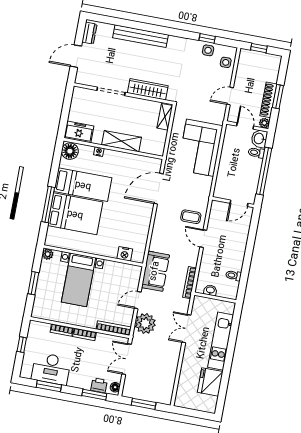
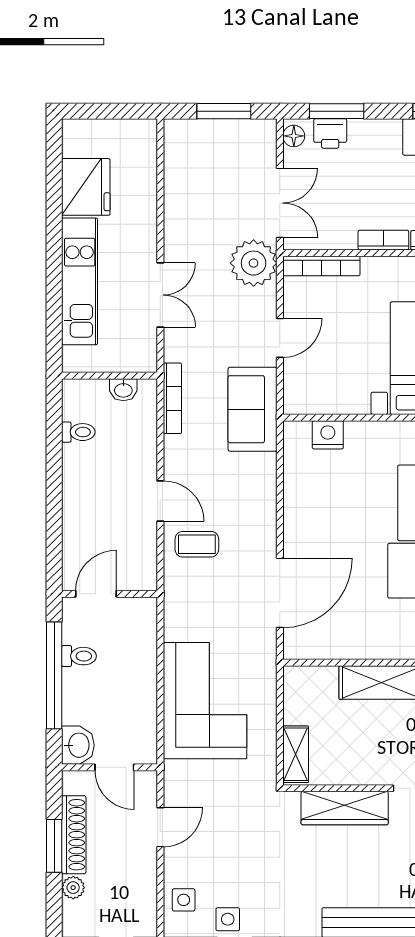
plant: (264, 123) -> (73, 888), moved
toilet: (256, 153) -> (79, 656), moved
plant: (145, 324) -> (254, 263), moved

